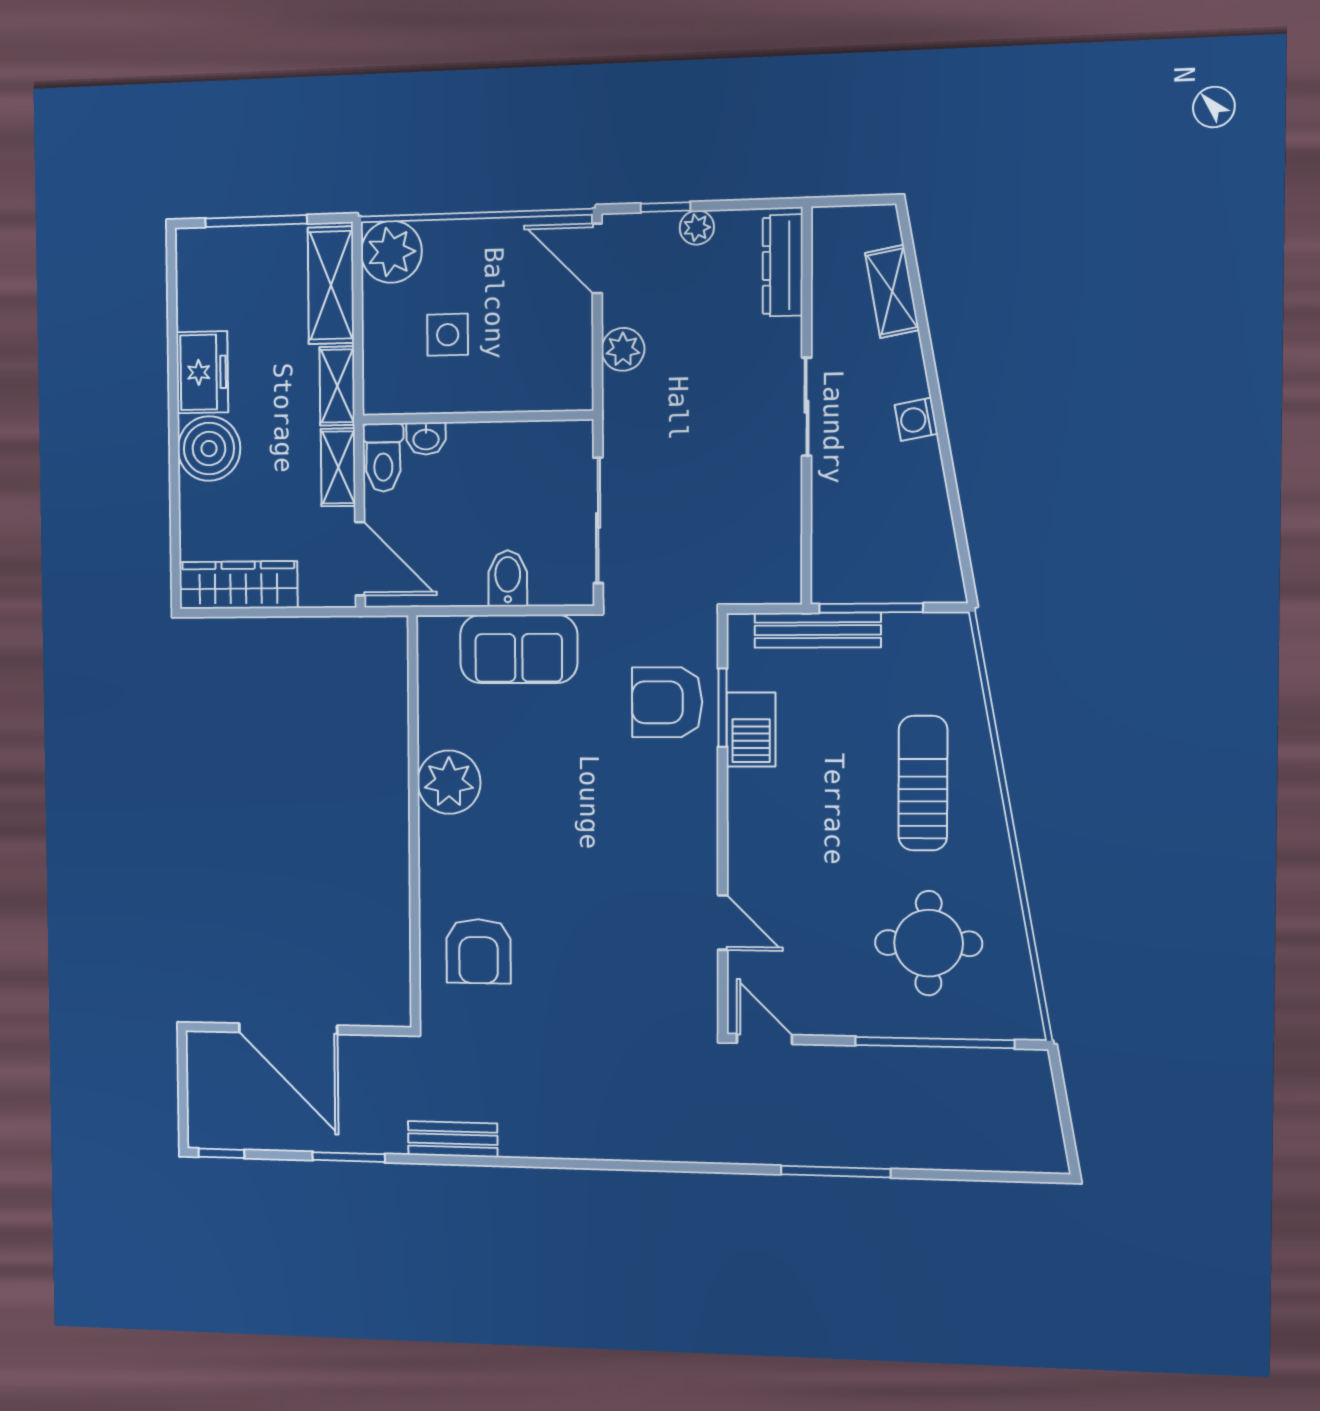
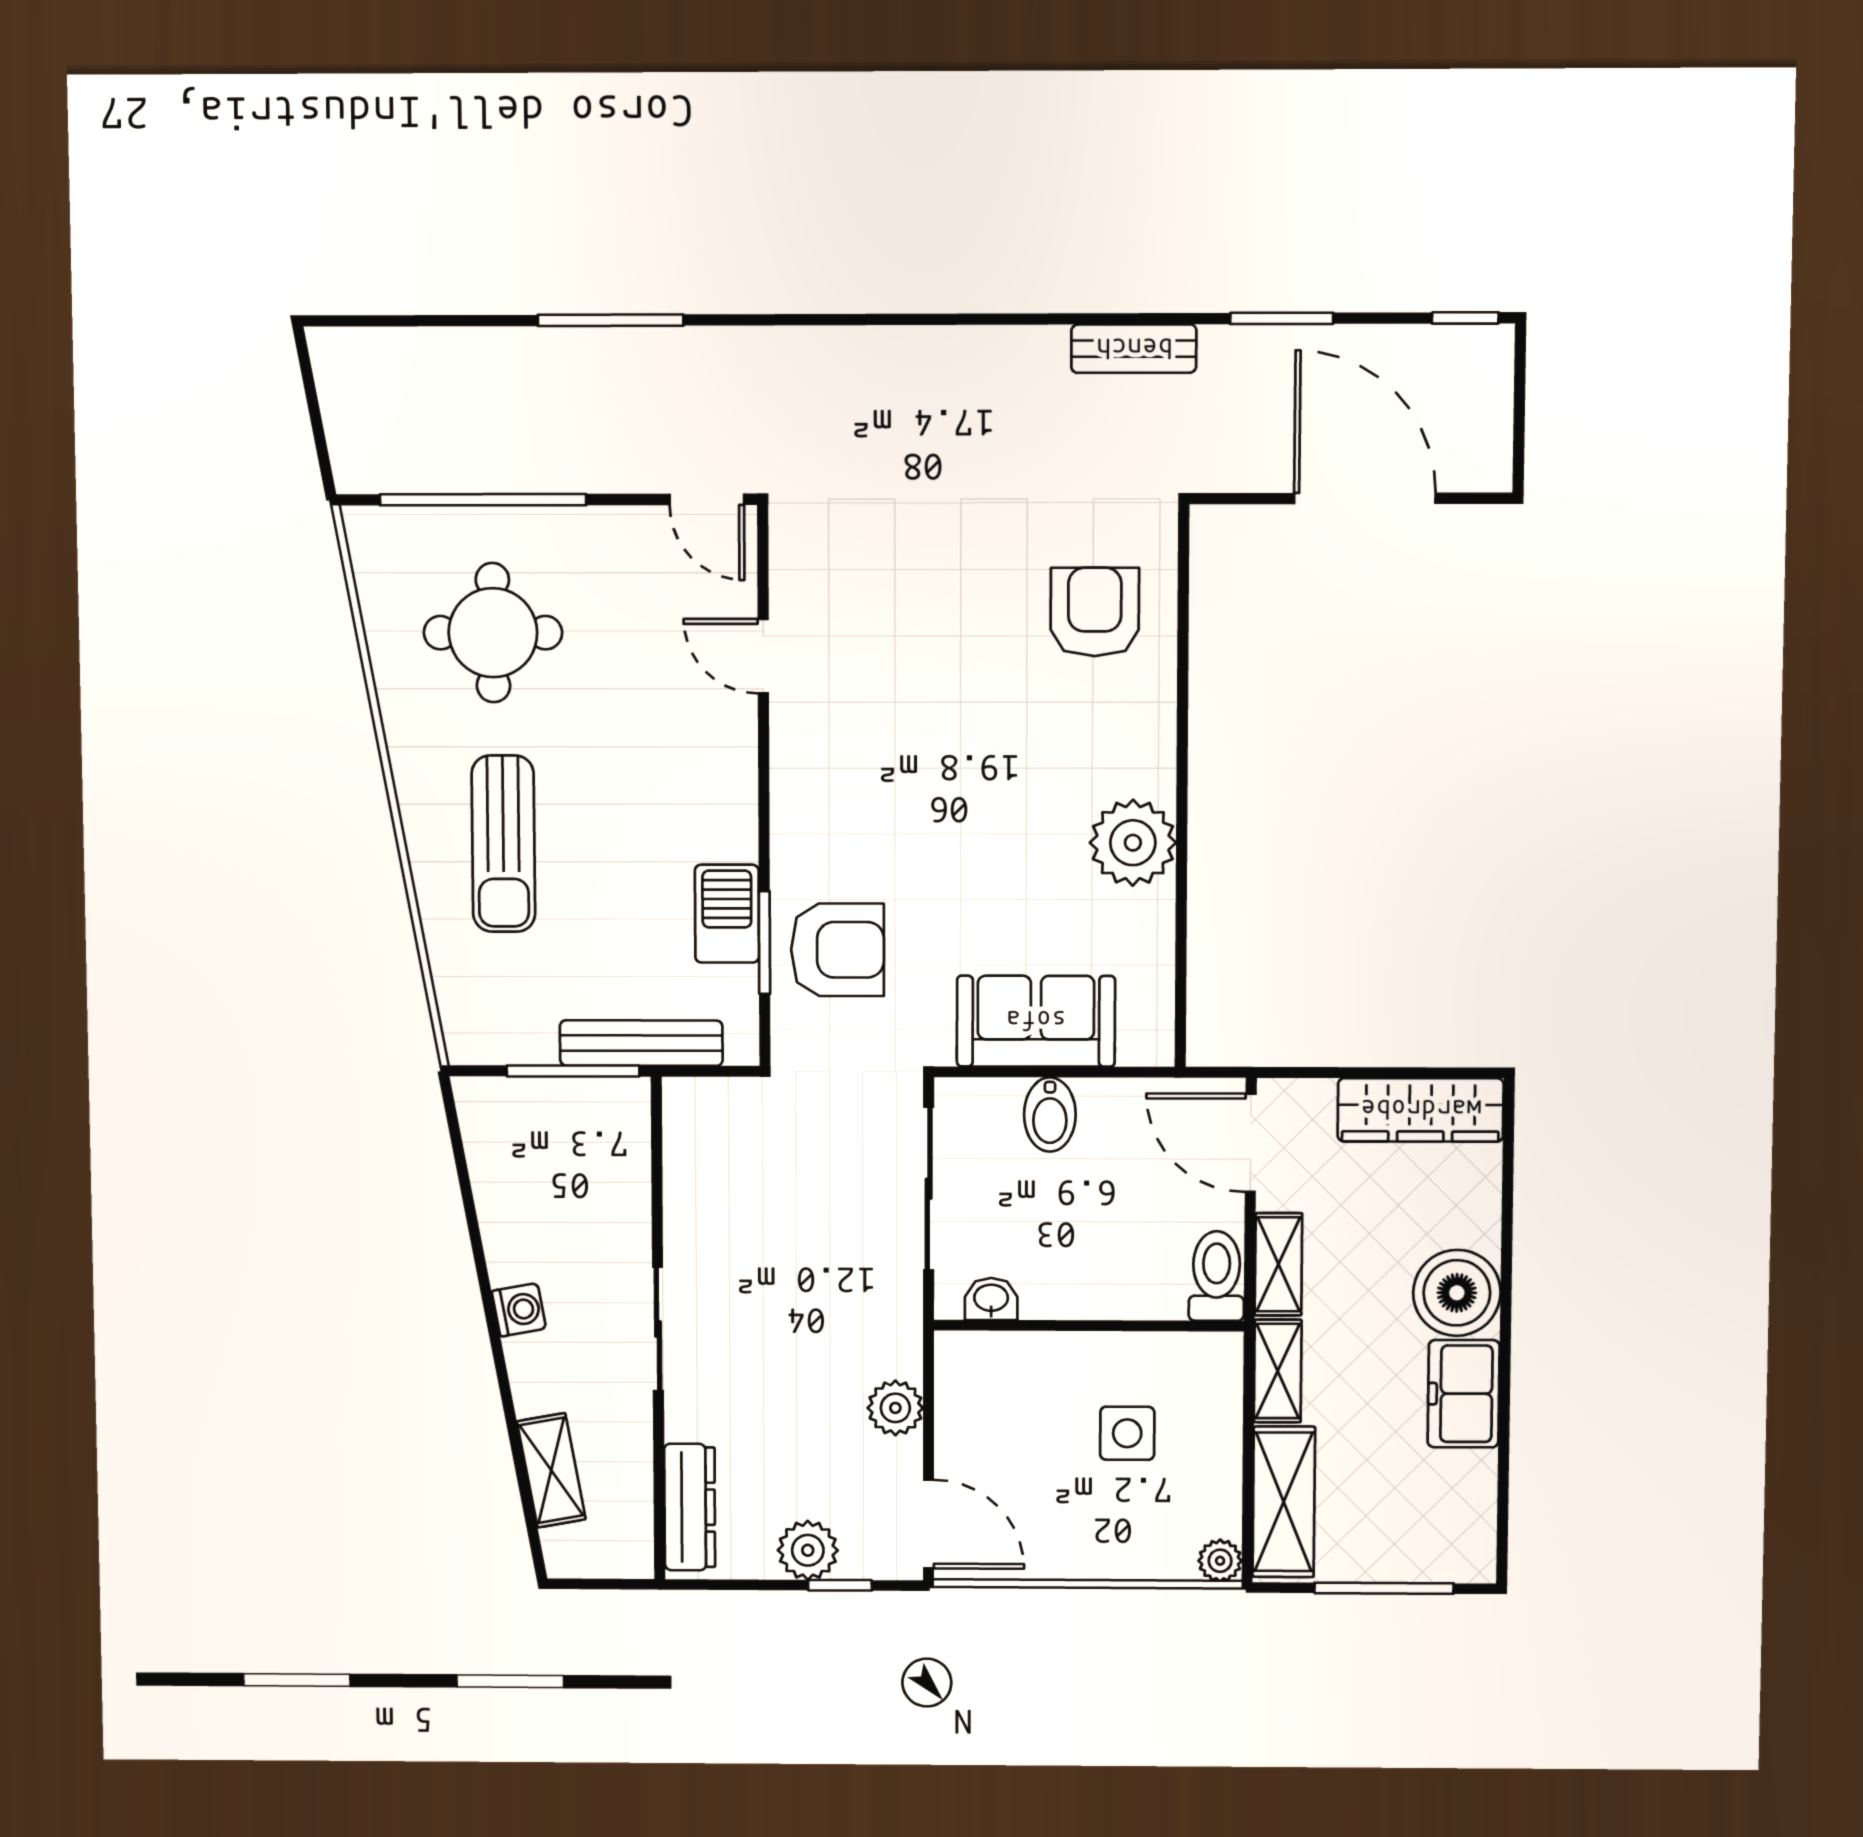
plant: (697, 228) -> (808, 1550), width x1.38, depth x1.38
plant: (391, 252) -> (1220, 1561), width x0.53, depth x0.53
washbasin: (426, 439) -> (991, 1299), moved

